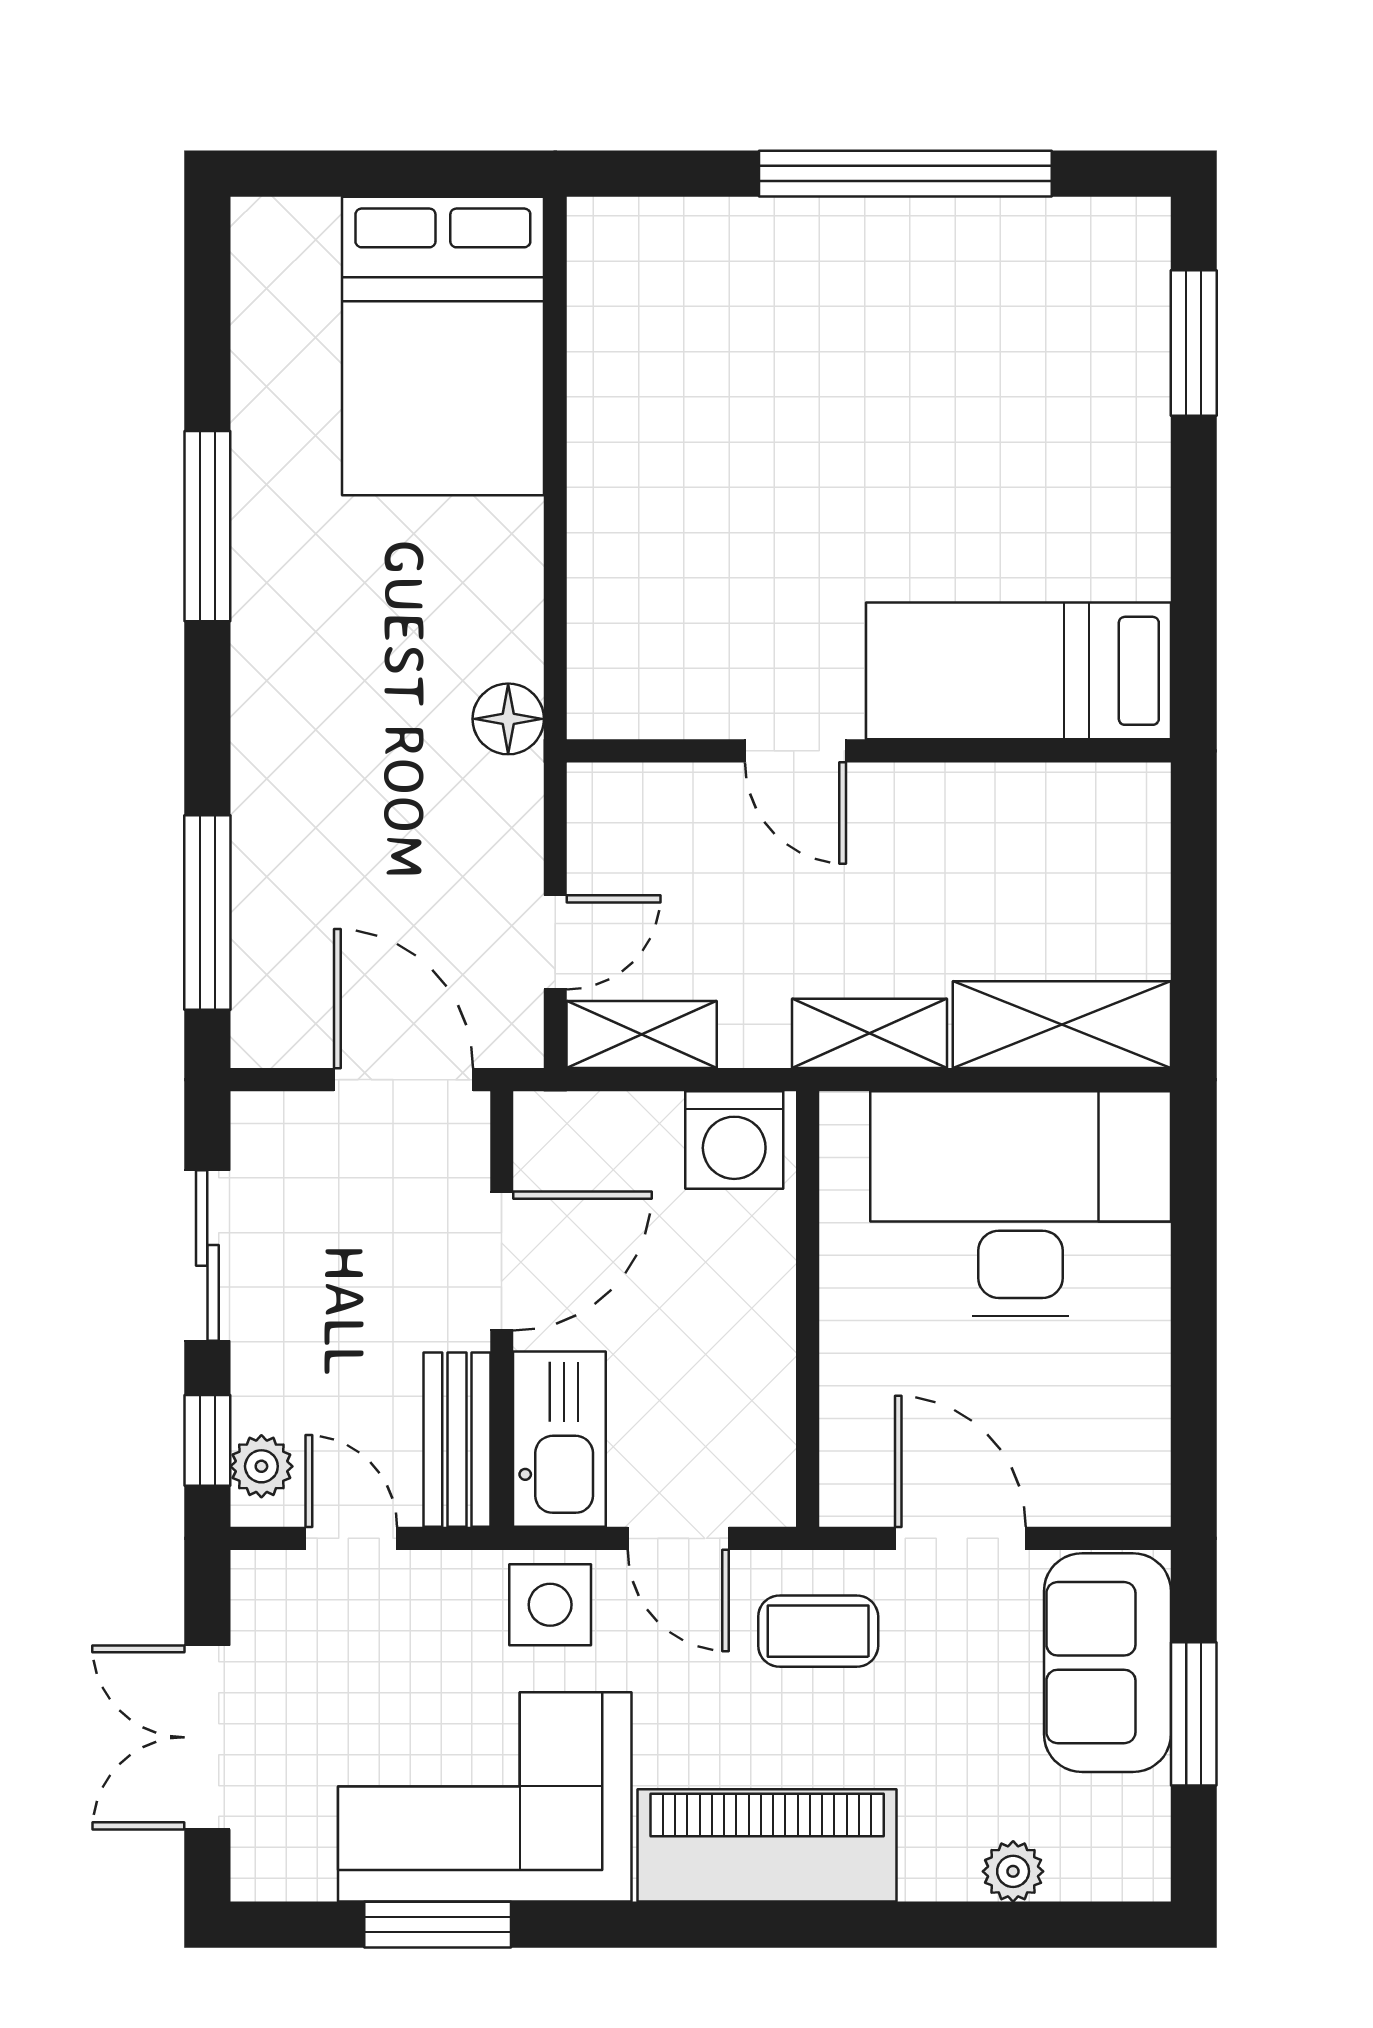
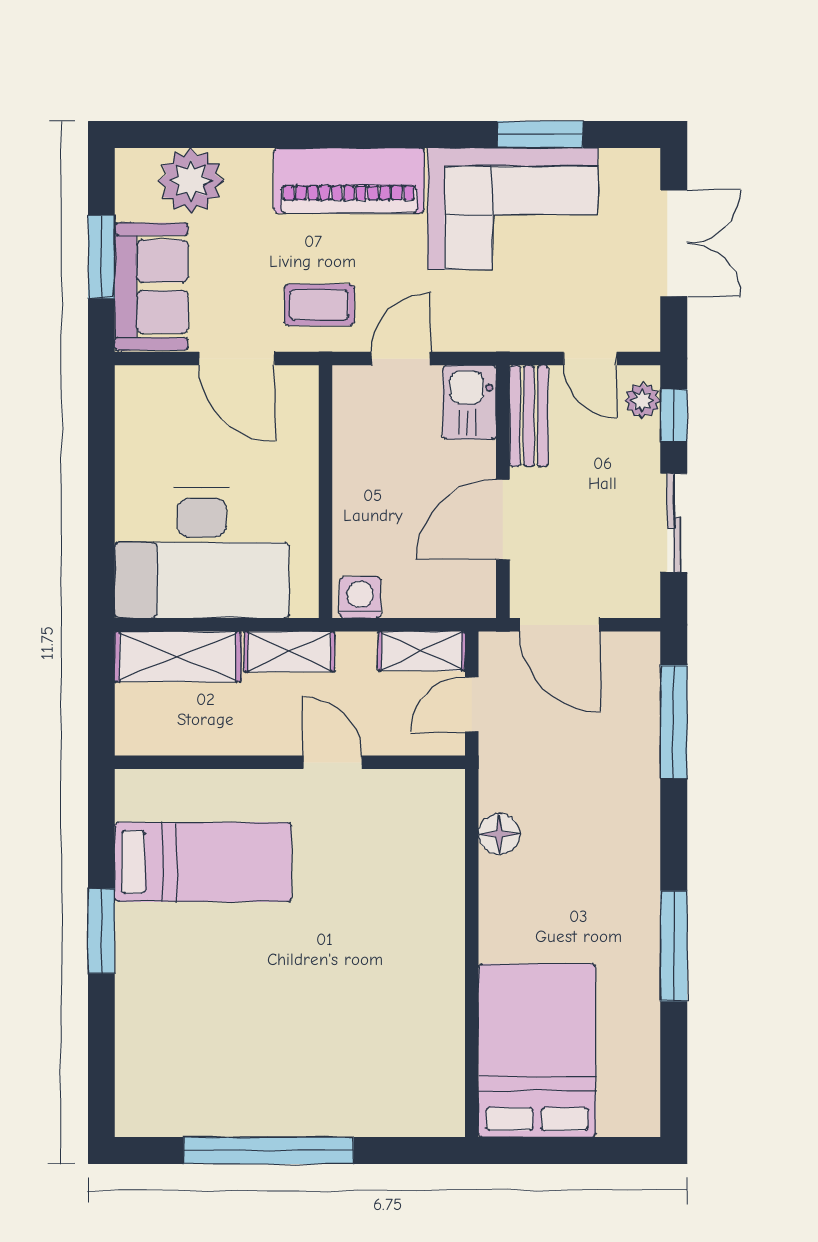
window: (1194, 343) -> (101, 931), moved
door: (795, 751) -> (332, 762), moved
wall: (869, 751) -> (290, 762), moved
washing machine: (734, 1140) -> (360, 598), width x0.73, depth x0.73
kitchen sink: (559, 1439) -> (469, 402), width x0.73
door: (678, 1538) -> (400, 359), hinge flipped
side table: (550, 1605) -> (475, 320), removed
plant: (1013, 1871) -> (191, 181), width x1.87, depth x1.87

